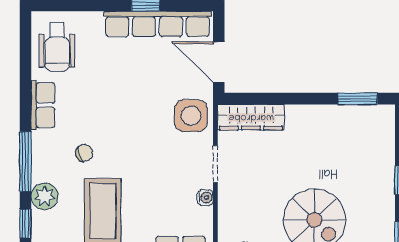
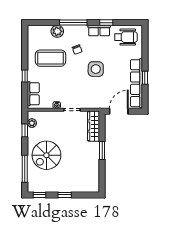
wheelchair: (57, 47) -> (126, 37), turned 180
window: (358, 99) -> (102, 150), moved
side table: (191, 116) -> (96, 69), moved
window: (25, 223) -> (106, 23), moved

